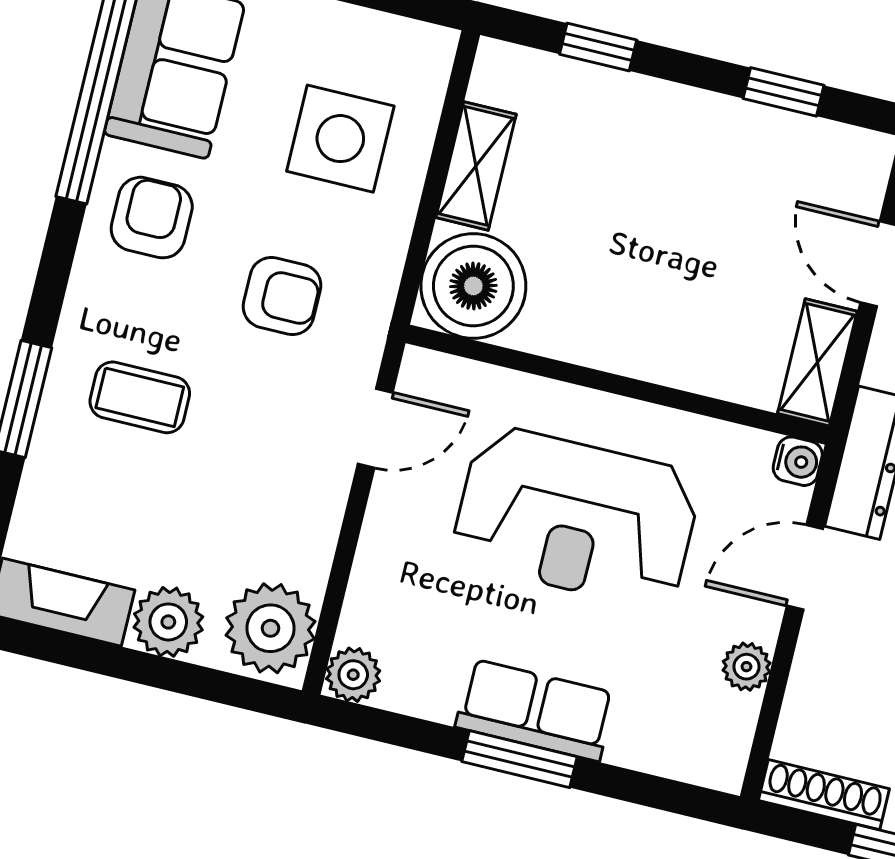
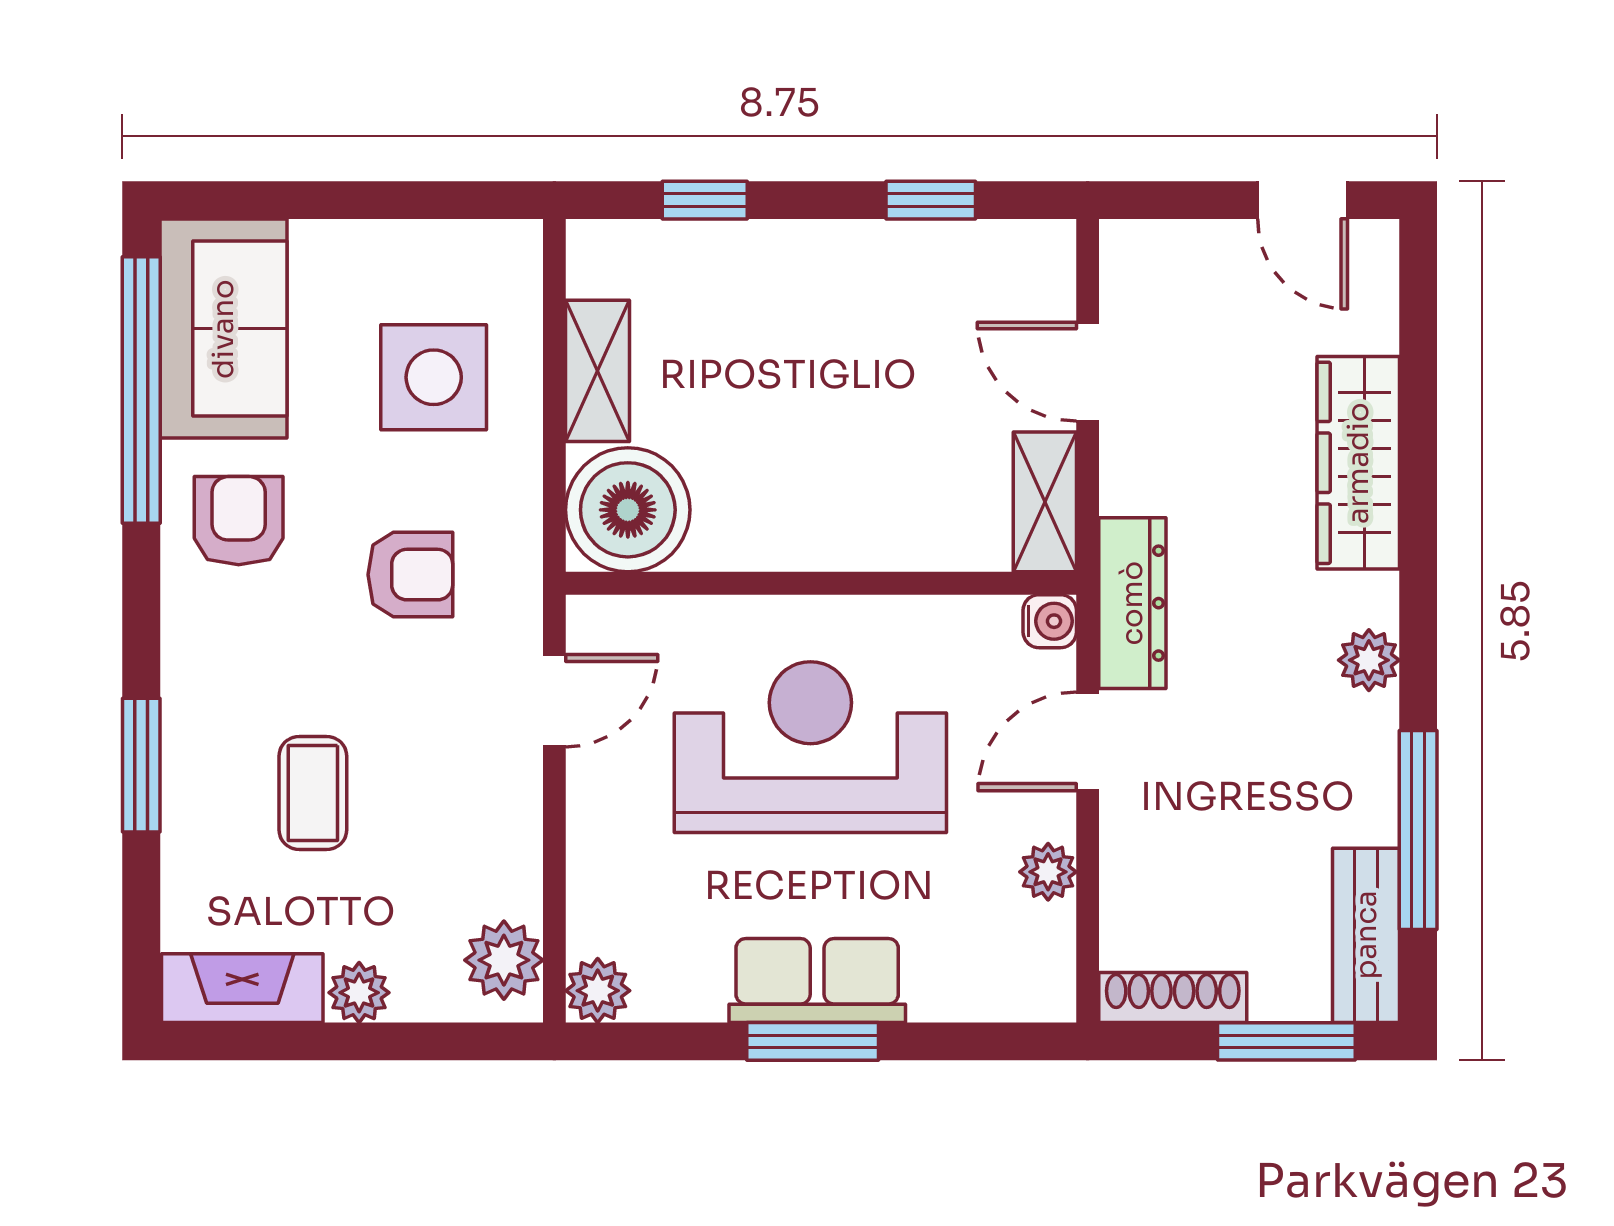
coffee table: (140, 397) -> (313, 793), moved, turned 90
reception desk: (576, 517) -> (810, 747), turned 180
plant: (168, 622) -> (359, 993), width x0.73, depth x0.73
plant: (270, 628) -> (504, 960), width x0.73, depth x0.73

